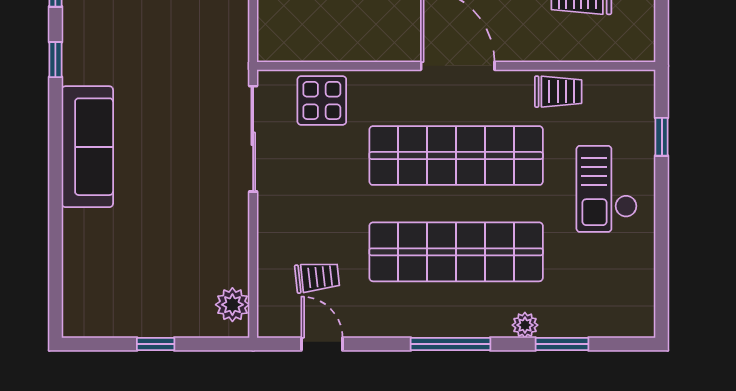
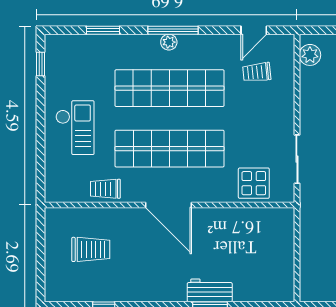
window: (662, 137) -> (41, 64), moved
sliding door: (253, 139) -> (297, 159), width x0.73
plant: (525, 325) -> (169, 42), moved
door: (322, 344) -> (254, 30), hinge flipped

